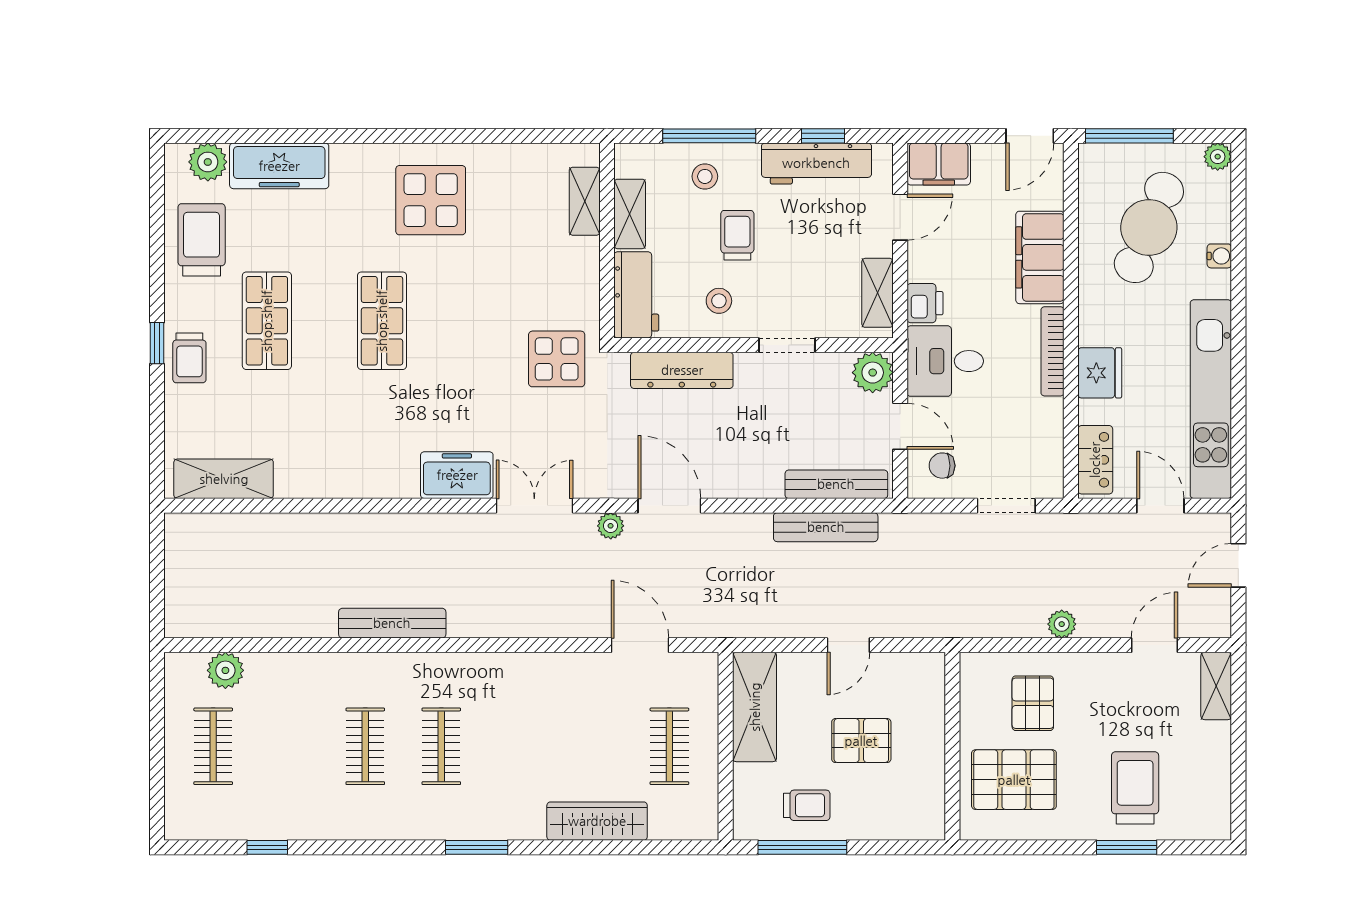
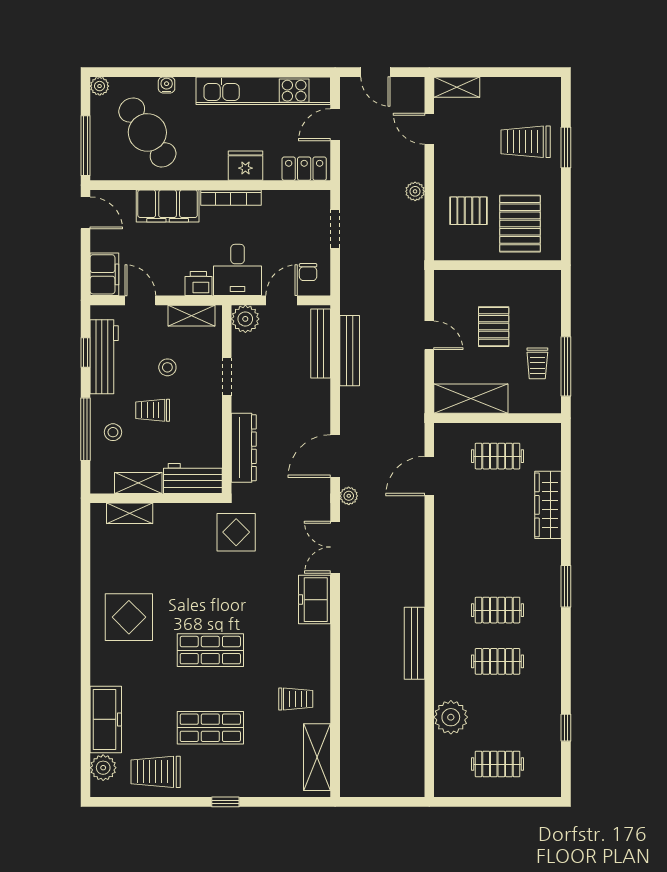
cafe table: (1149, 227) -> (147, 132), turned 33
stool: (719, 301) -> (167, 367), moved
trolley: (189, 358) -> (296, 699), moved
plant: (225, 670) -> (451, 717), moved, width x1.36, depth x1.36
trolley: (807, 805) -> (537, 363), turned 180

